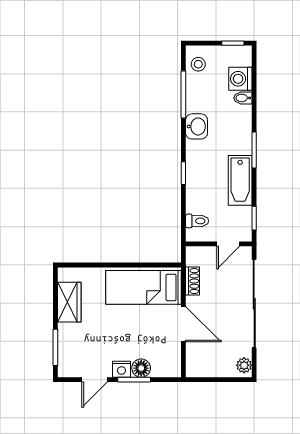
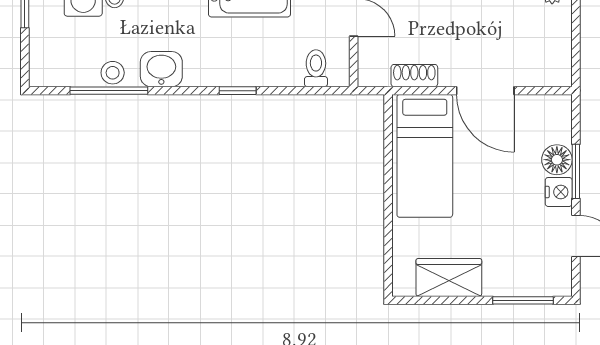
stool: (198, 64) -> (113, 73), moved
door: (183, 324) -> (485, 91), swing flipped

